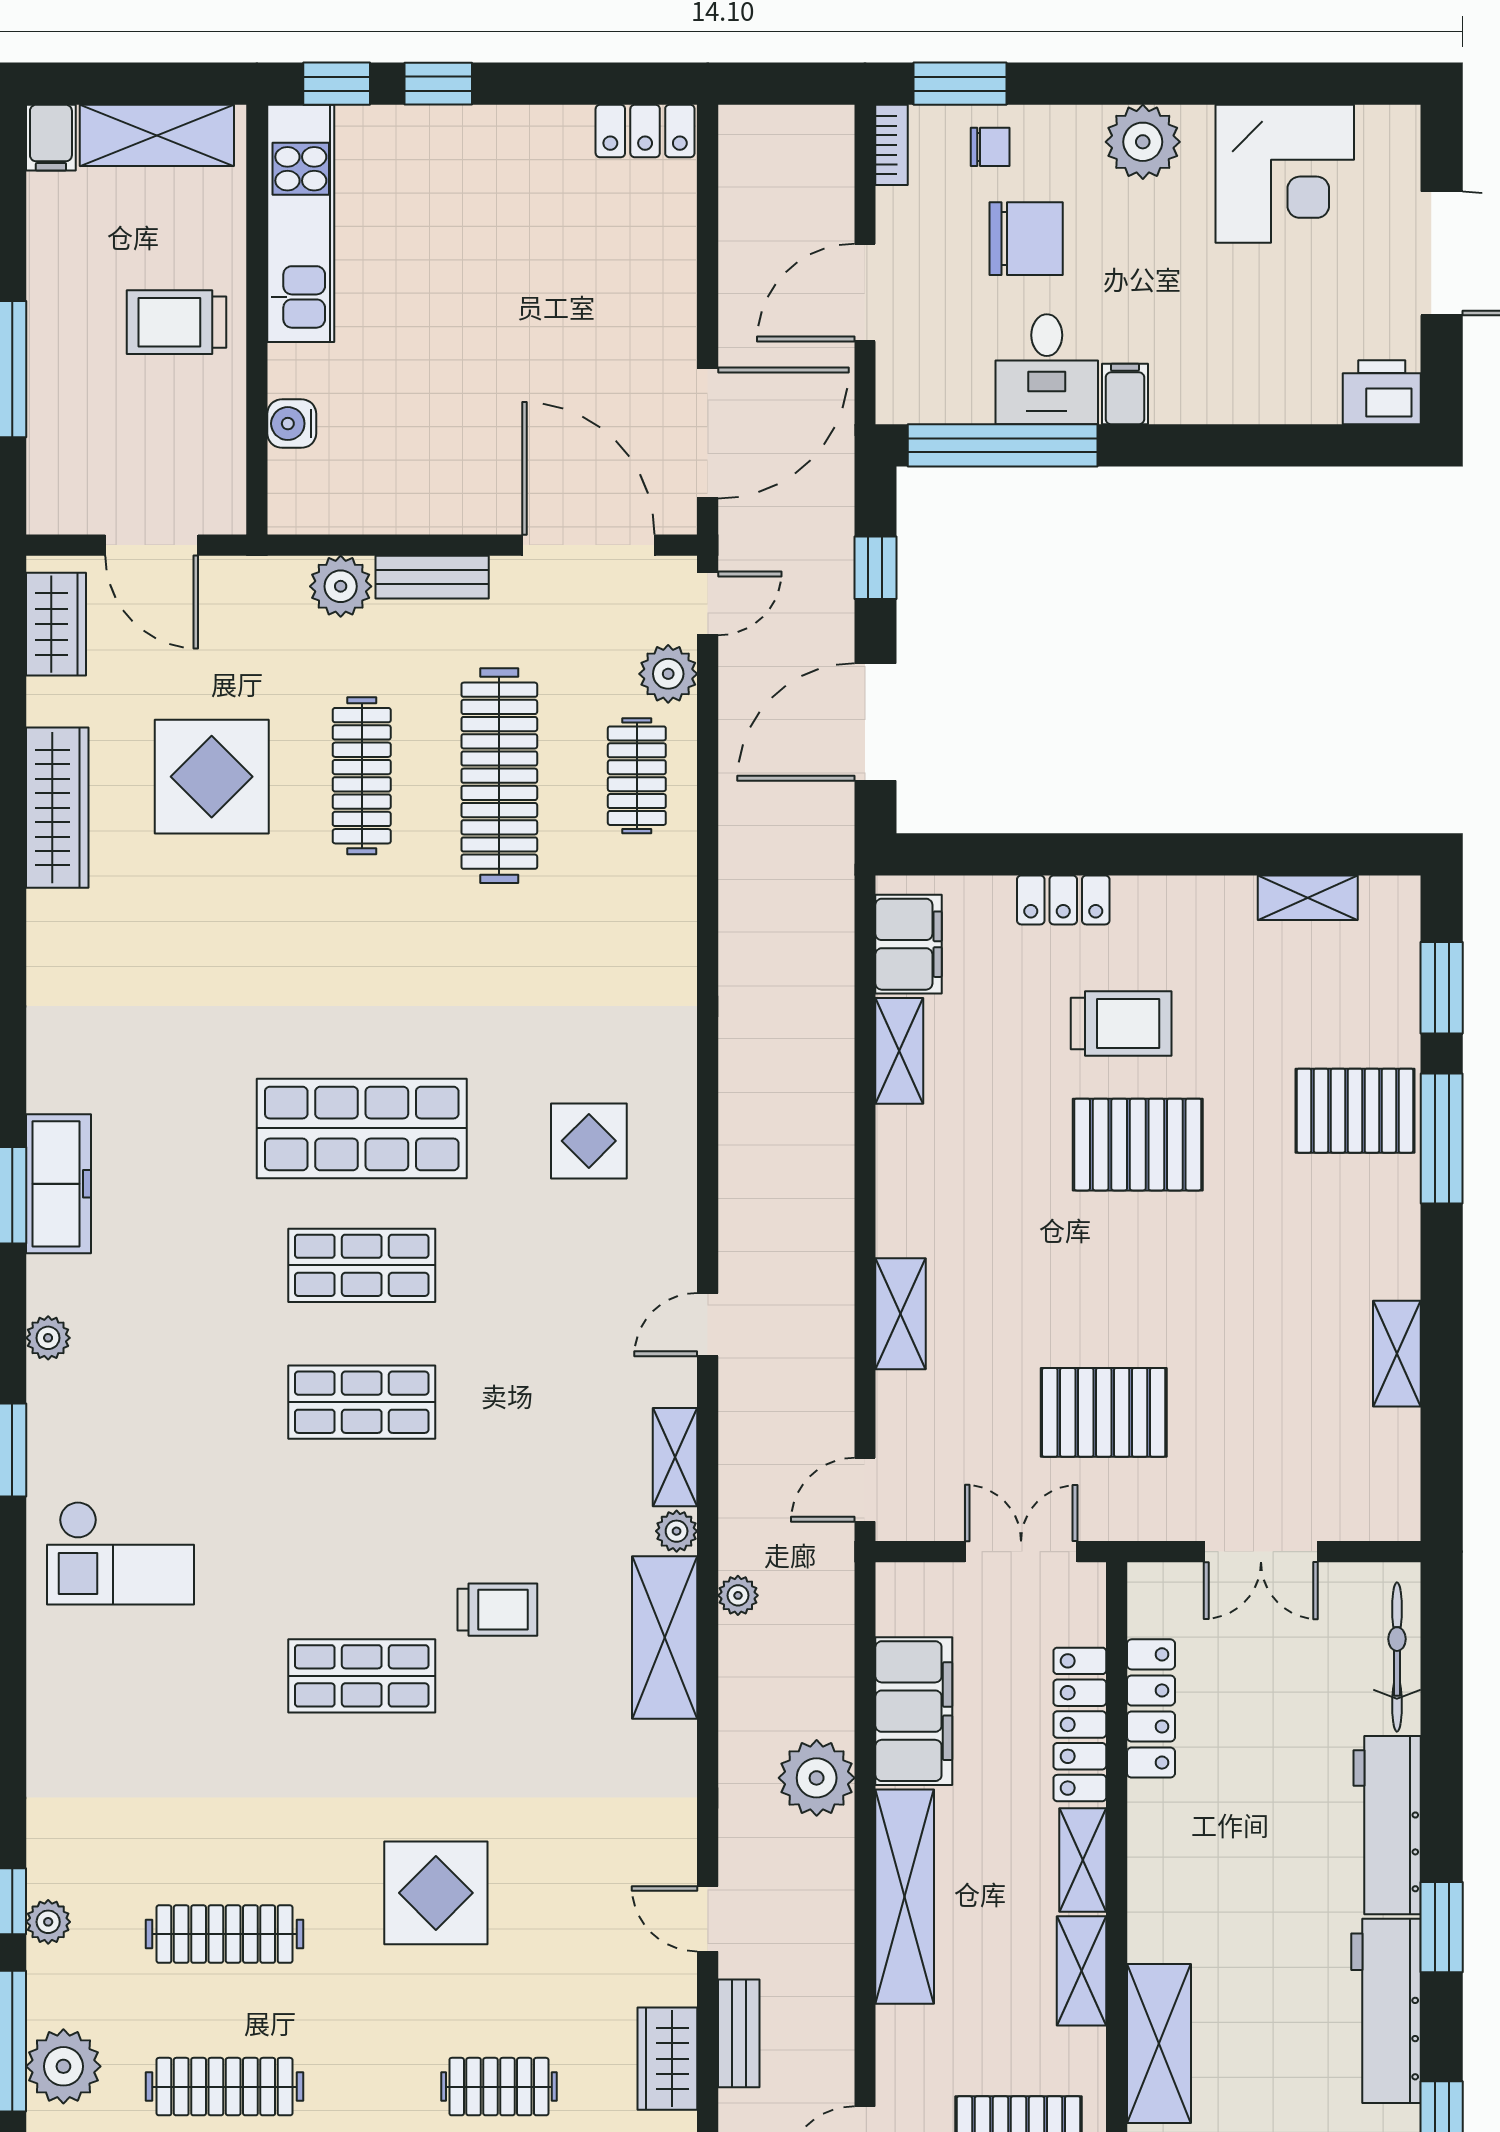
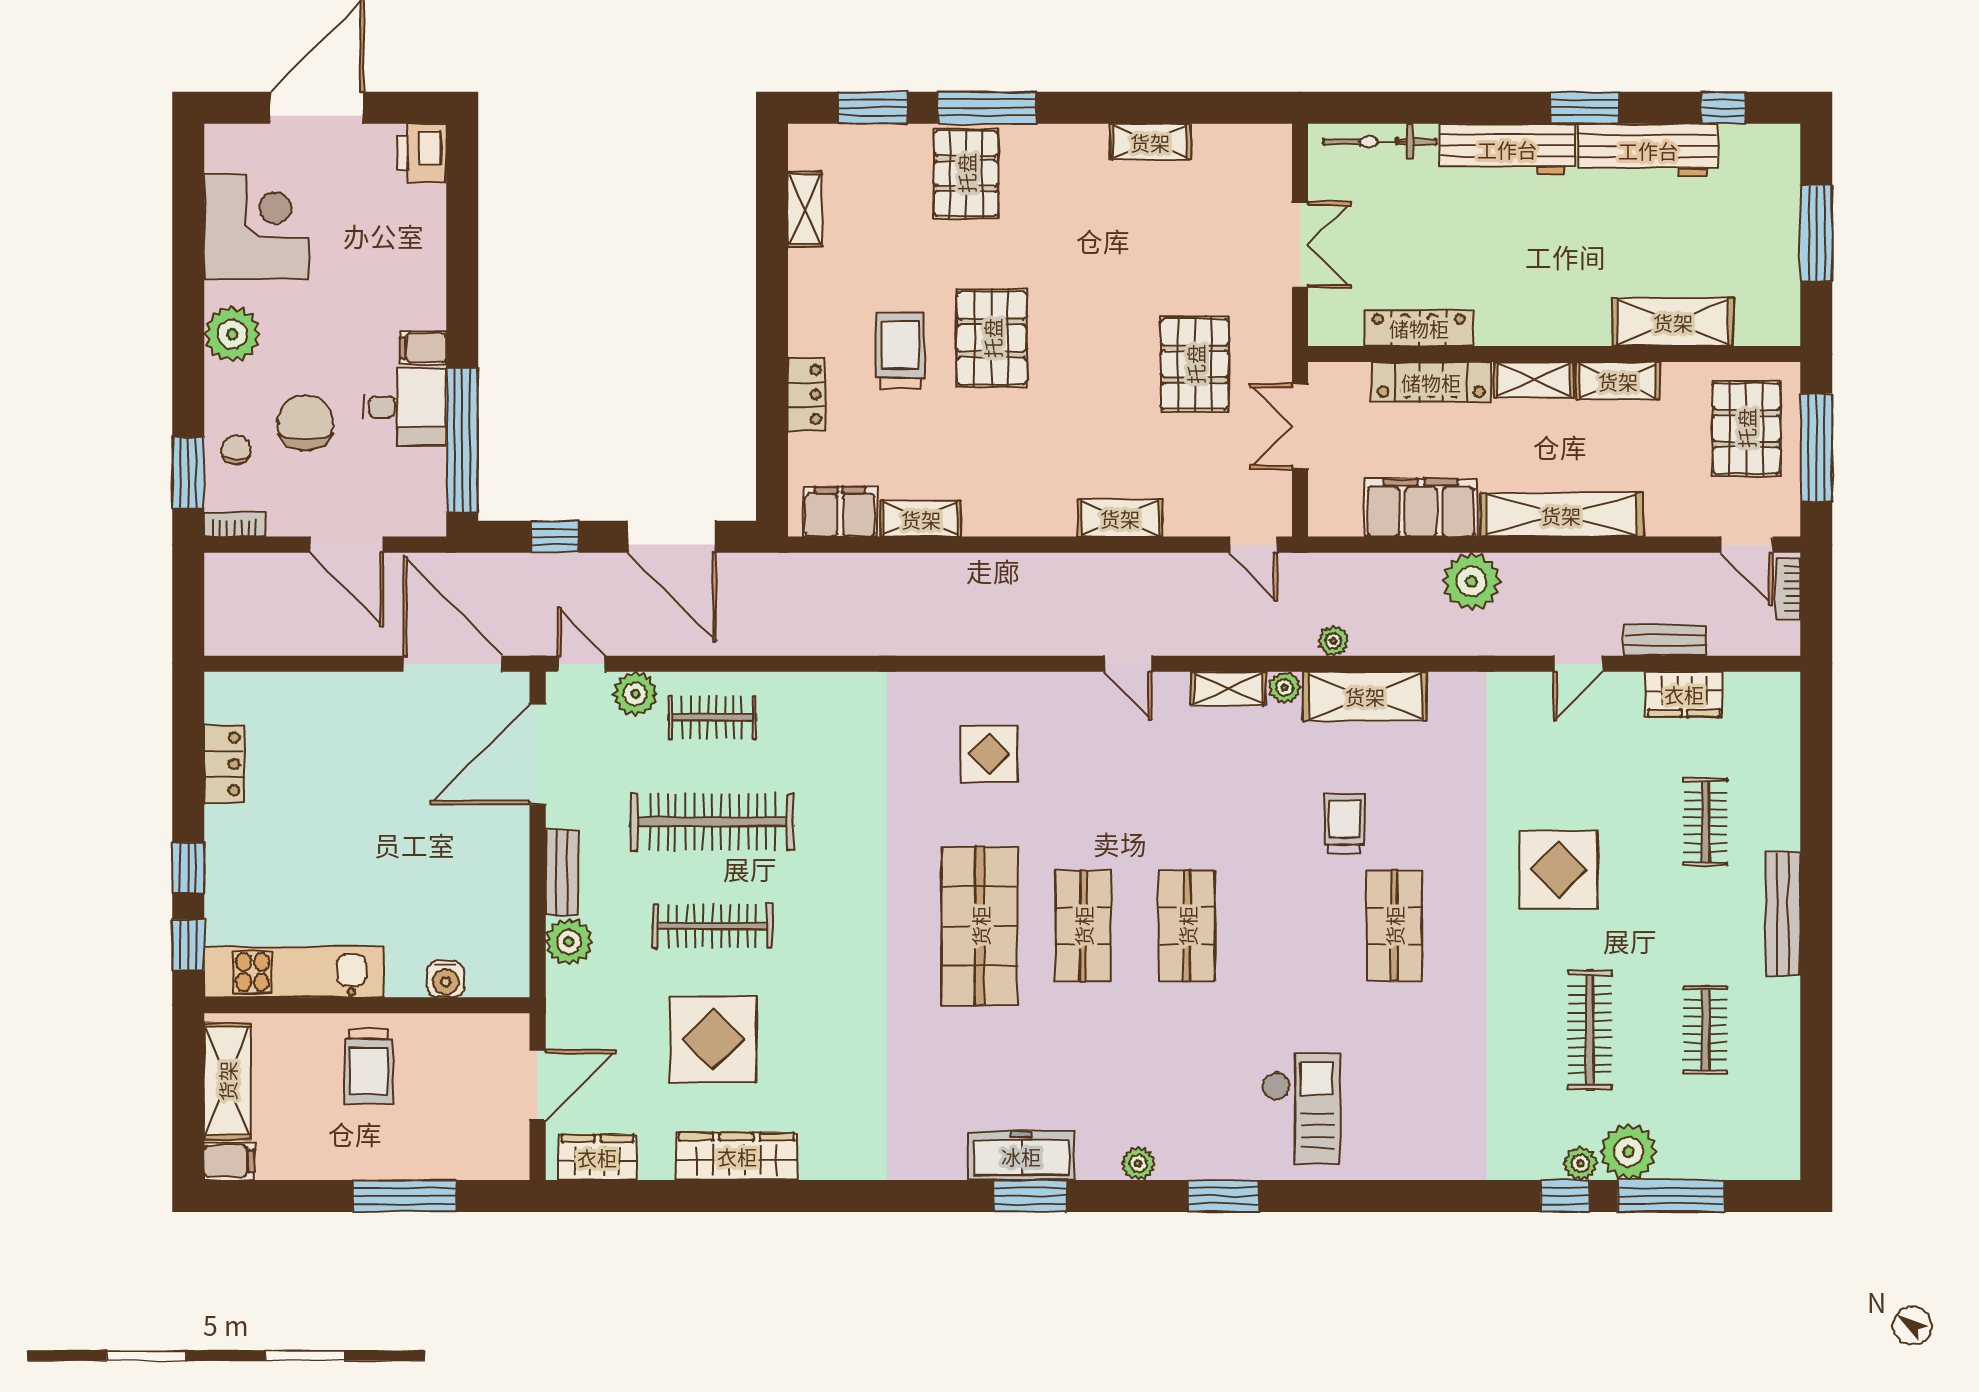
locker: (645, 131) -> (224, 764), moved
plant: (63, 2066) -> (1629, 1152), moved
clothes rail: (224, 2087) -> (1705, 1030), width x0.73

